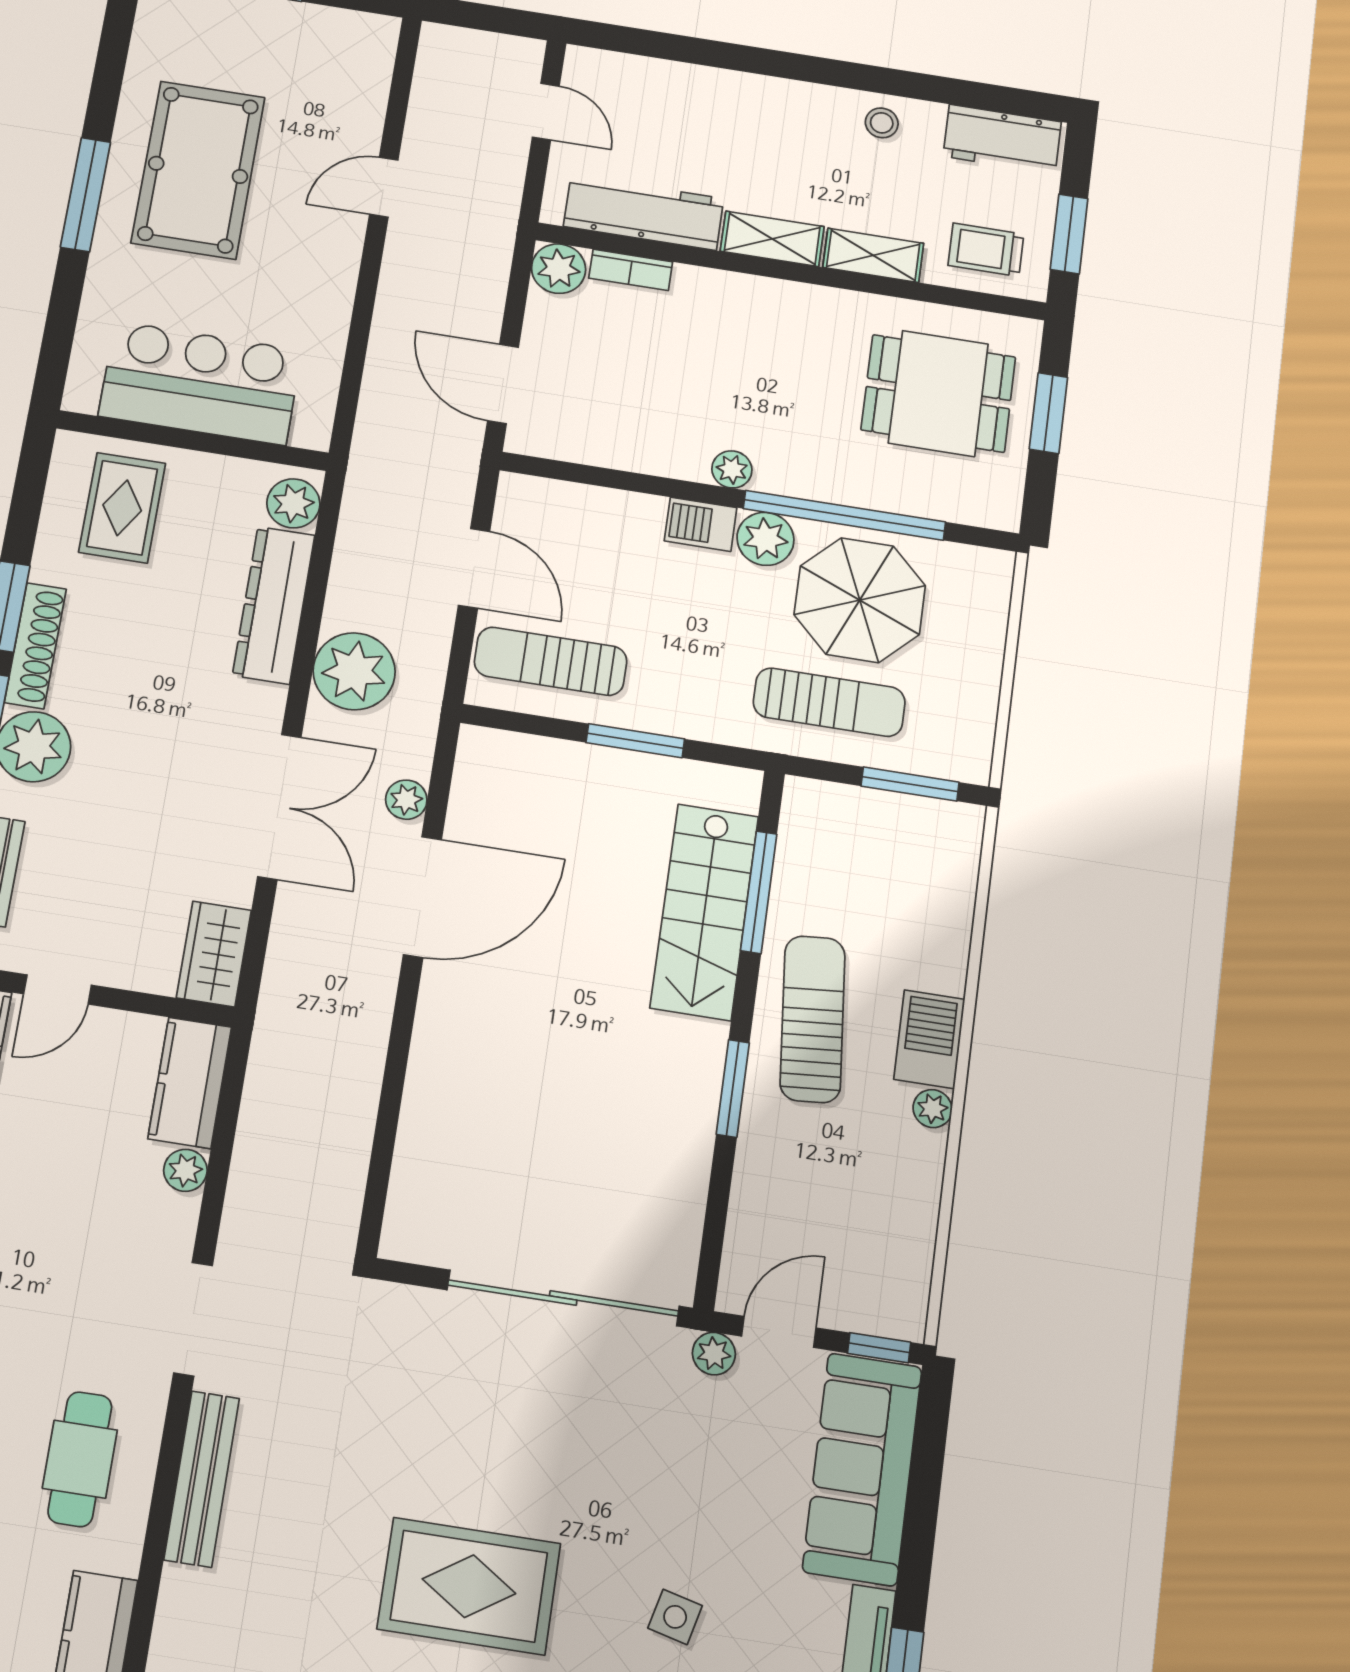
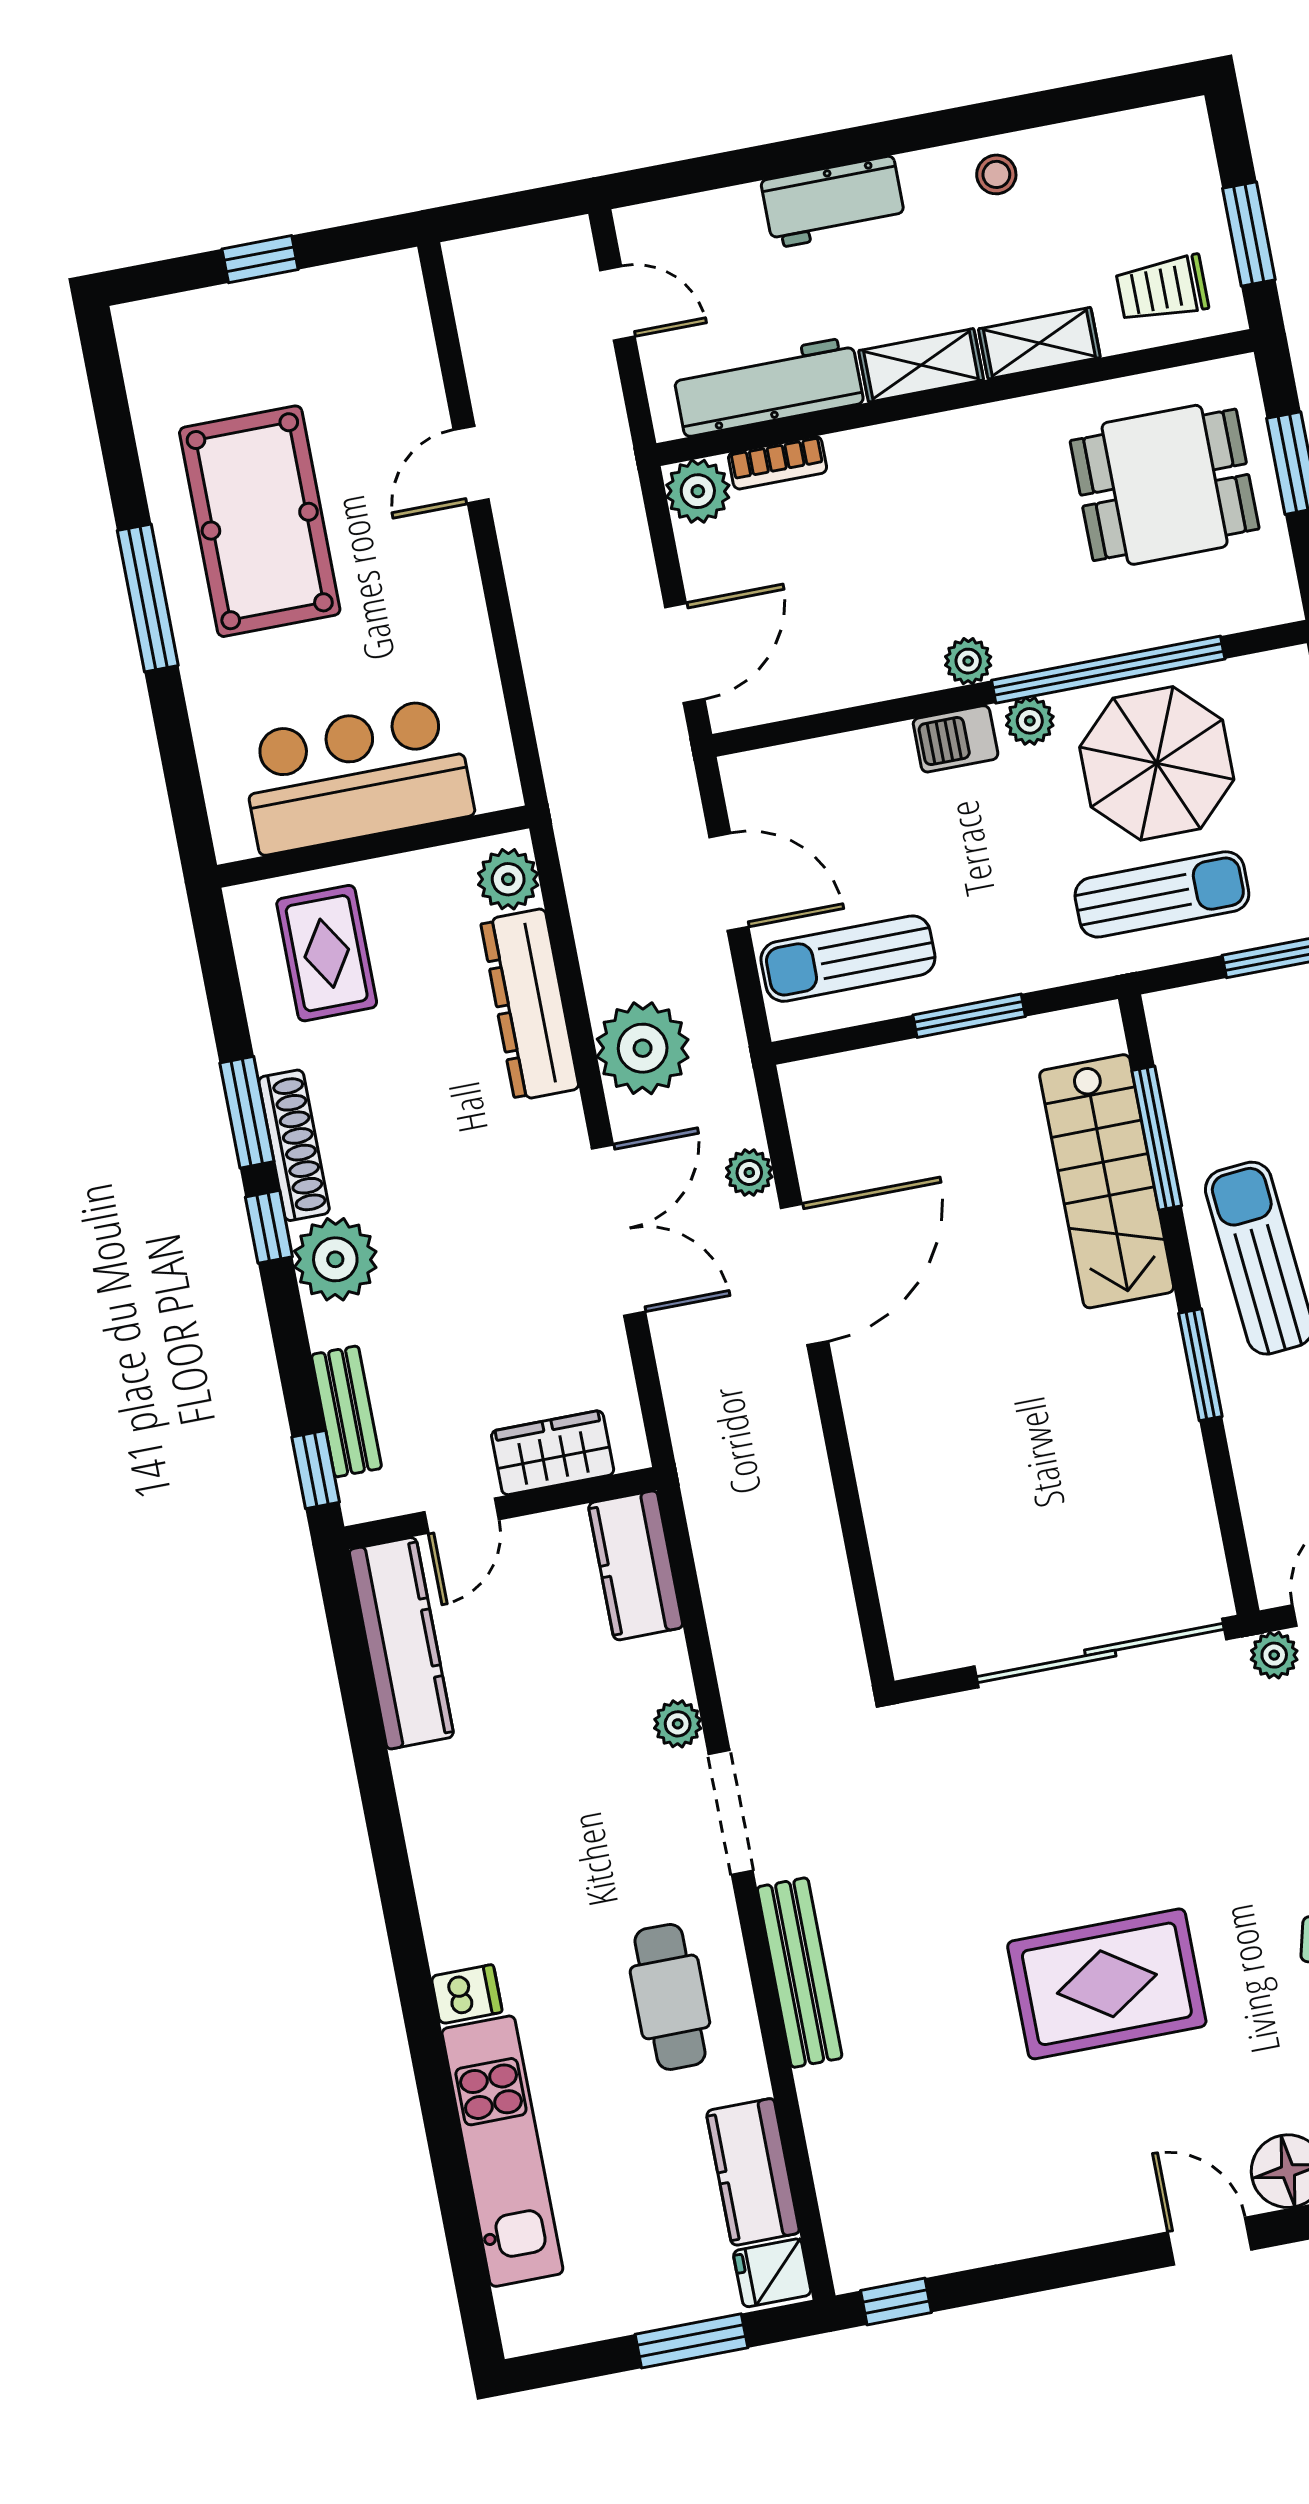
workbench: (1002, 139) -> (833, 202), moved
door: (503, 384) -> (685, 653), swing flipped
plant: (765, 539) -> (1030, 721), width x0.73, depth x0.73
wardrobe: (214, 954) -> (553, 1453), moved, turned 90
plant: (185, 1170) -> (678, 1724), moved

